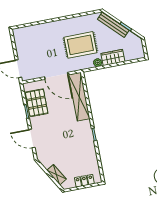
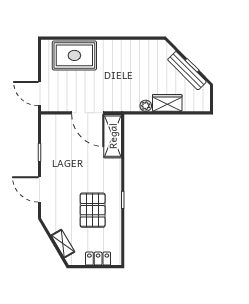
bench: (113, 25) -> (187, 71), moved
rug: (80, 45) -> (74, 55), moved
shelving: (79, 97) -> (113, 136), width x0.68
pallet: (37, 103) -> (93, 210), moved

